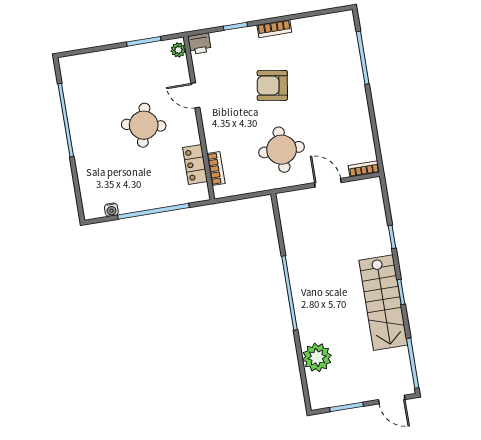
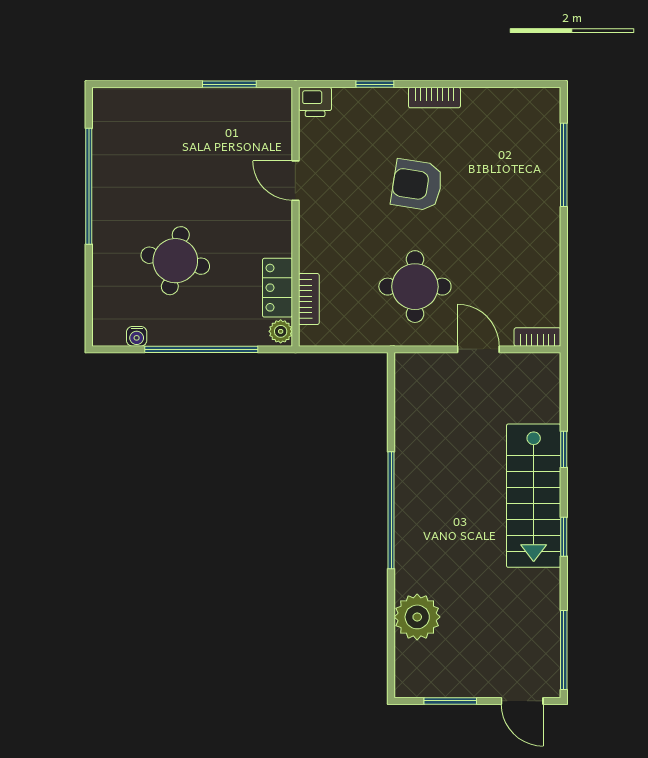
plant: (178, 50) -> (281, 331), moved
round table: (144, 125) -> (175, 261), moved
stairs: (383, 303) -> (534, 496), moved

